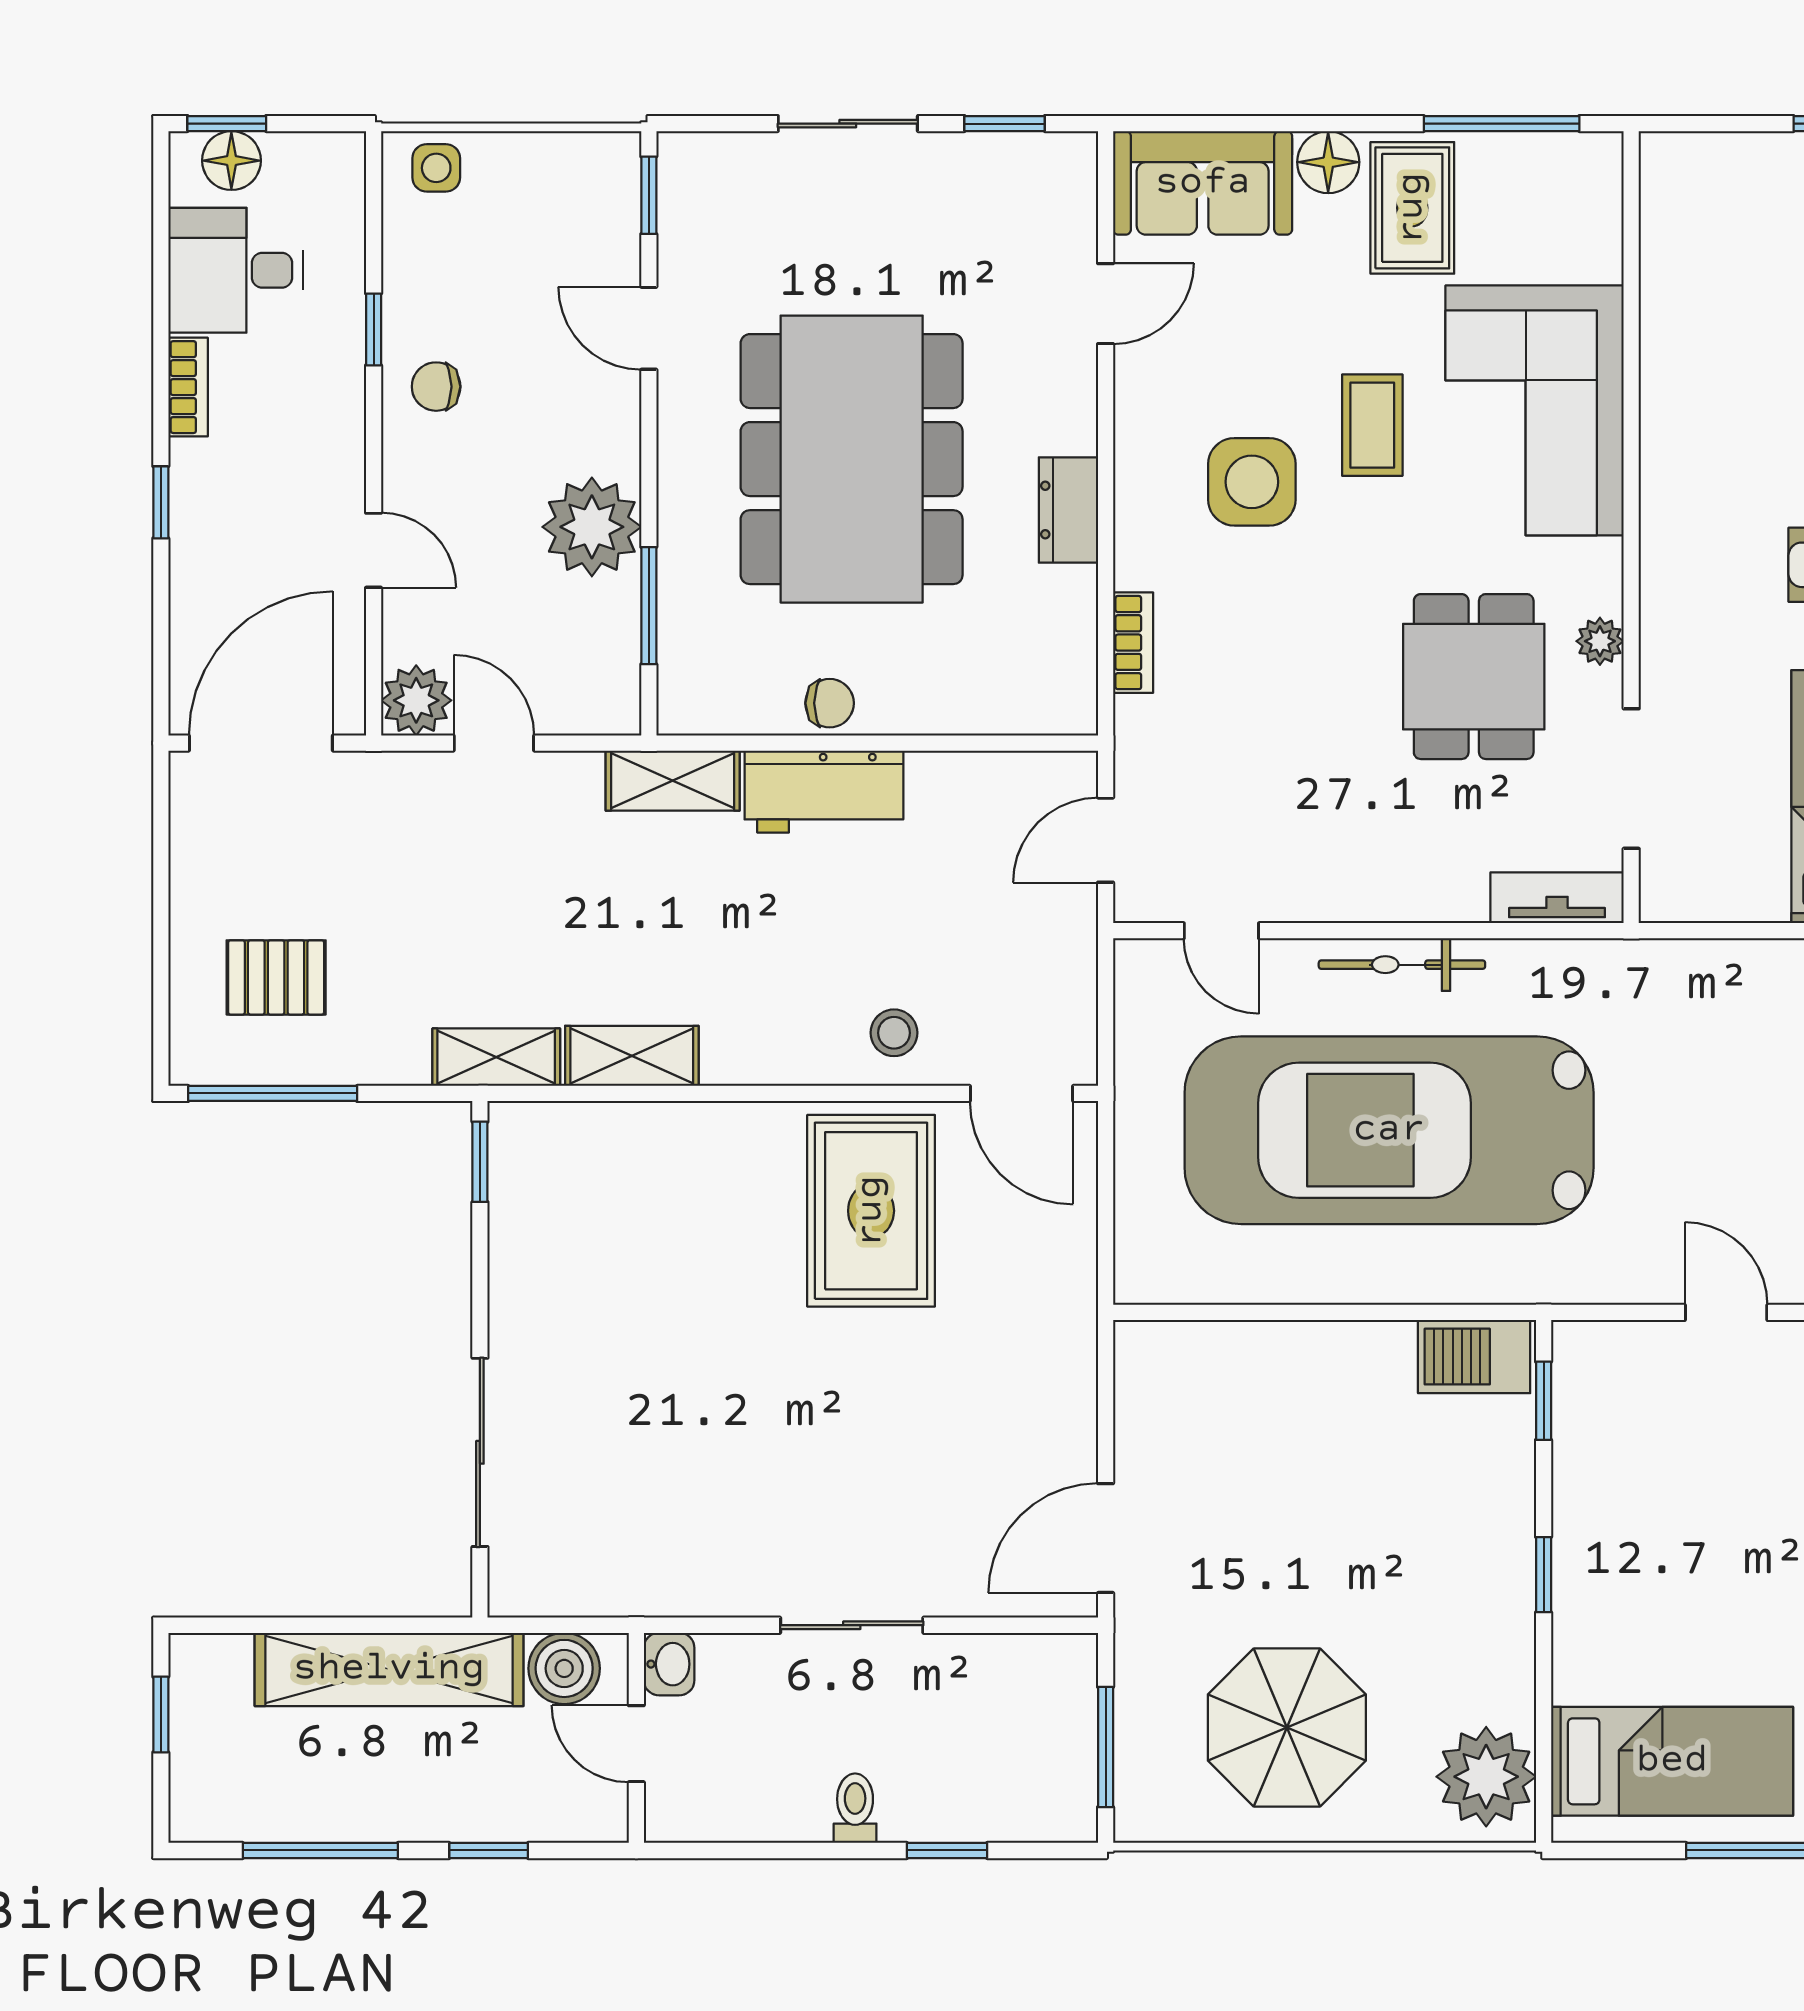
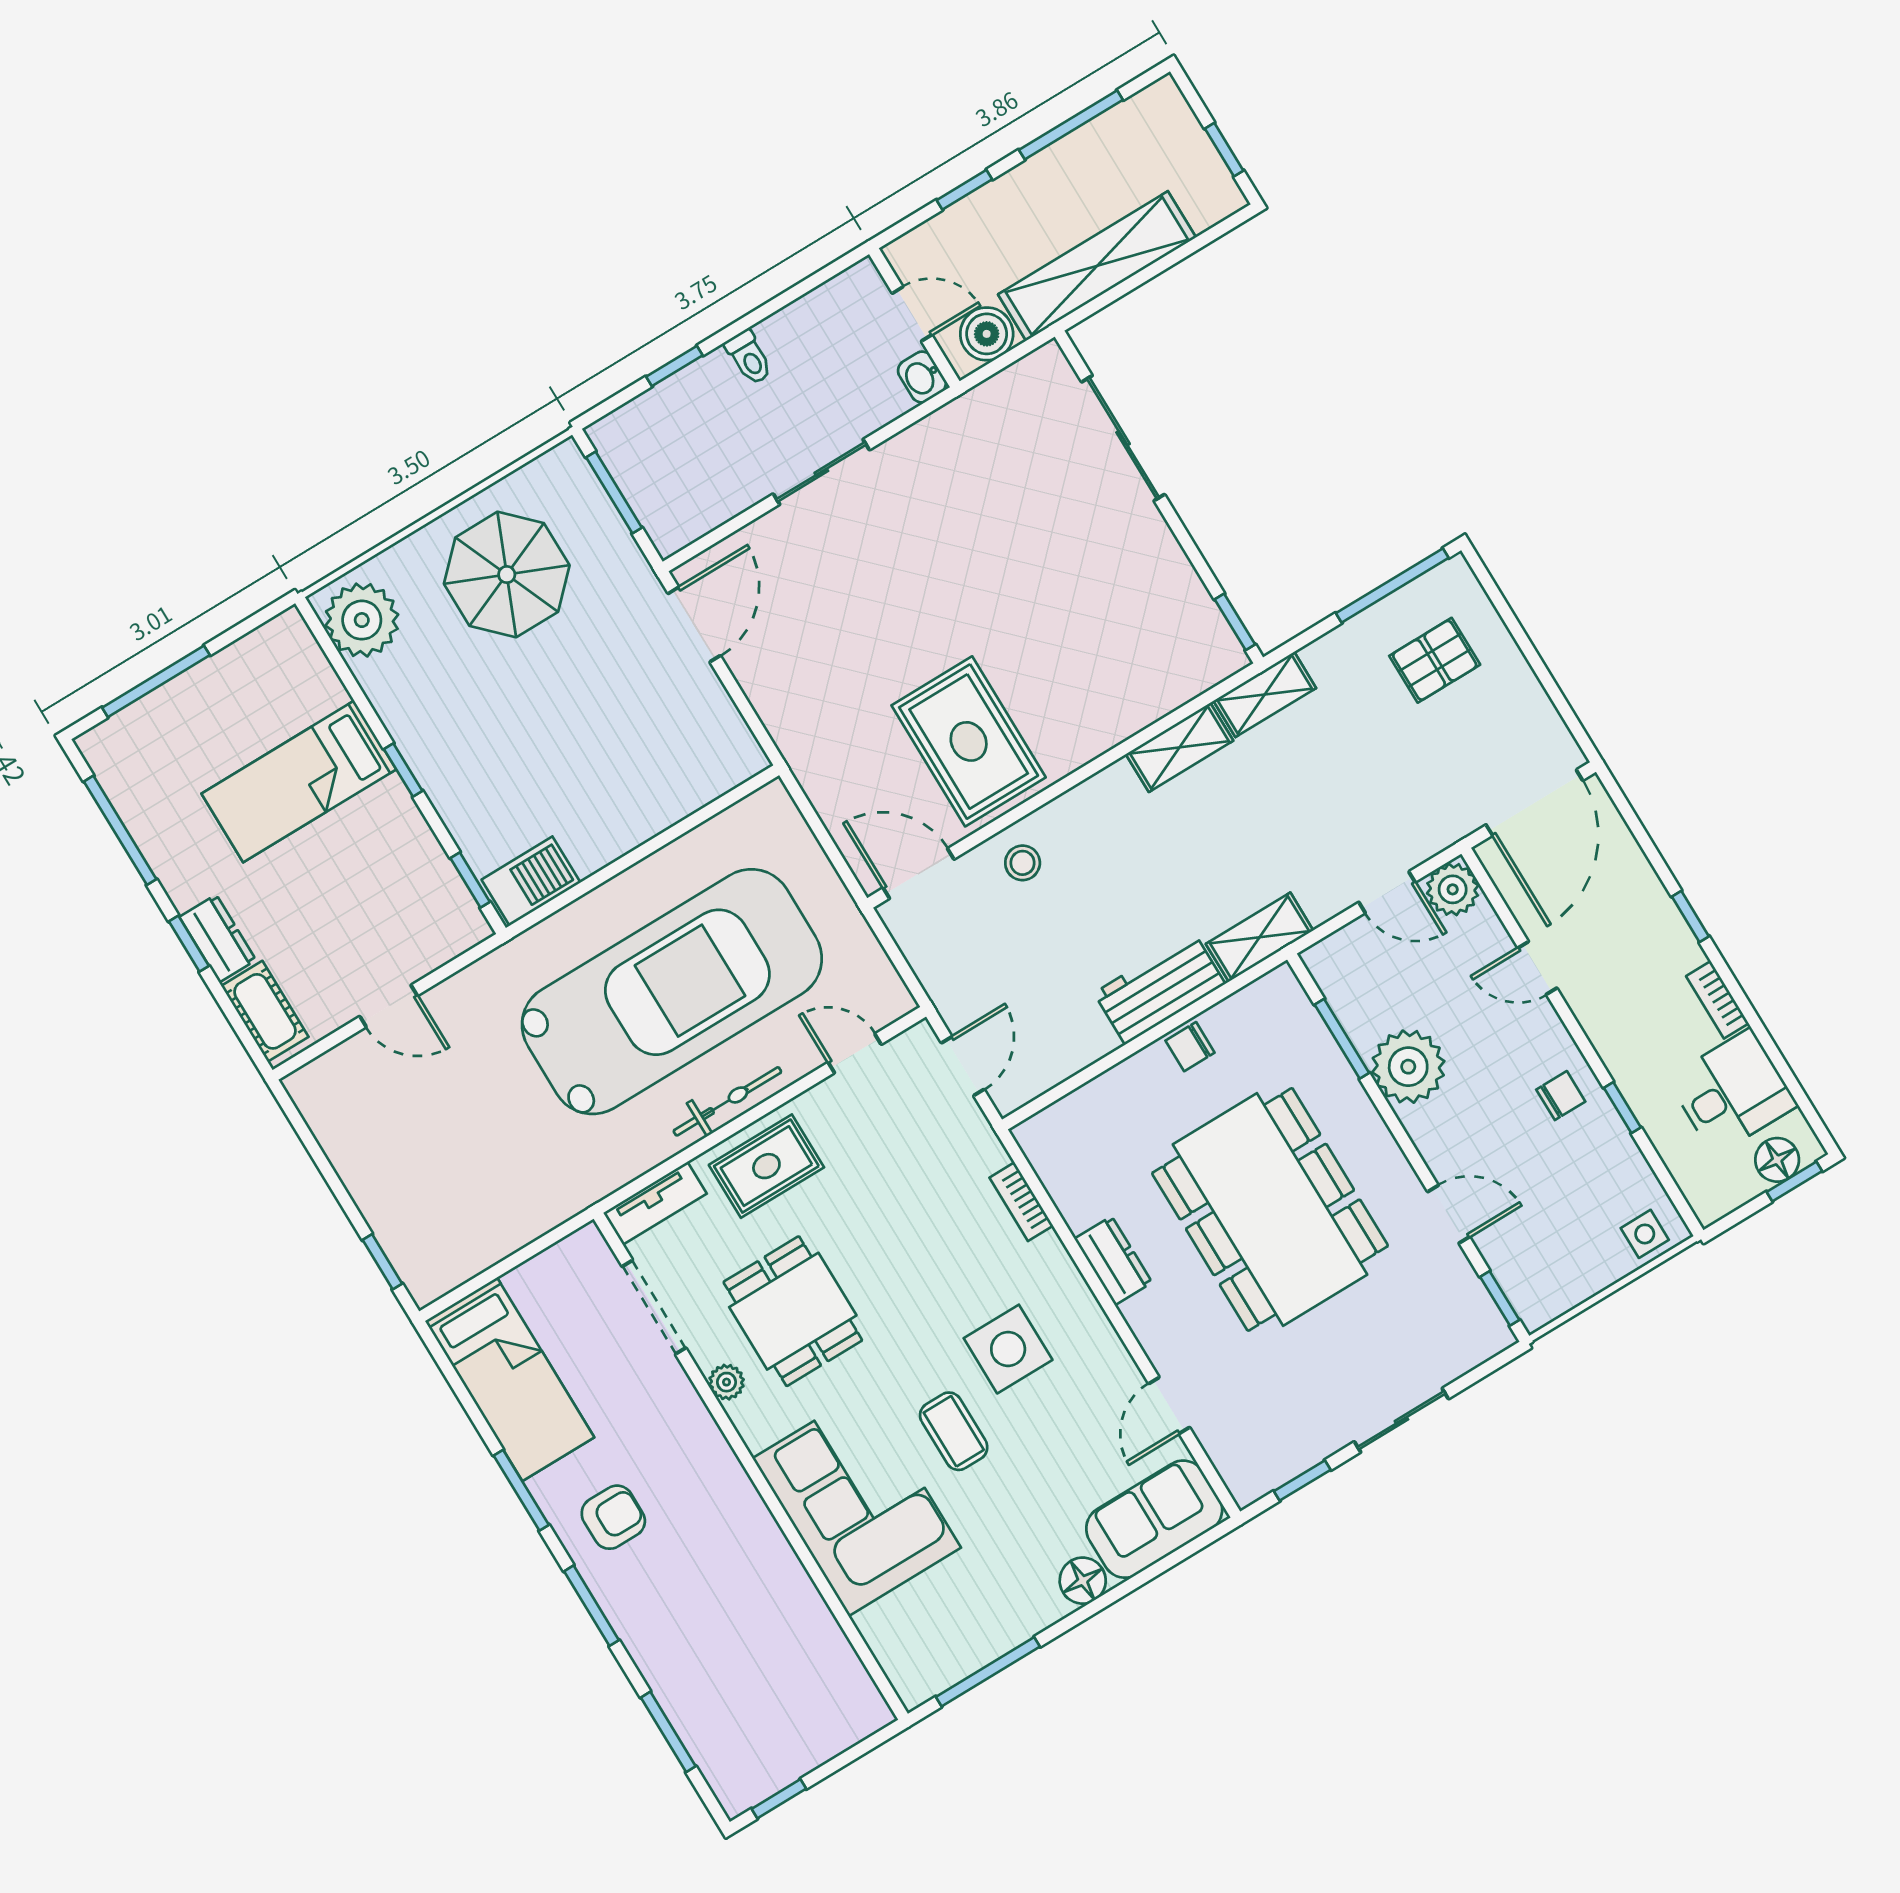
rug: (1412, 208) -> (766, 1166), moved, turned 90
bed: (1672, 1761) -> (299, 781), moved

